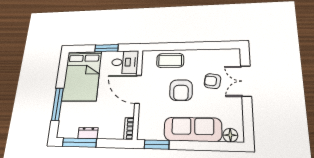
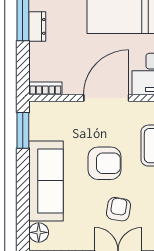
armchair: (181, 90) -> (105, 163), turned 180

